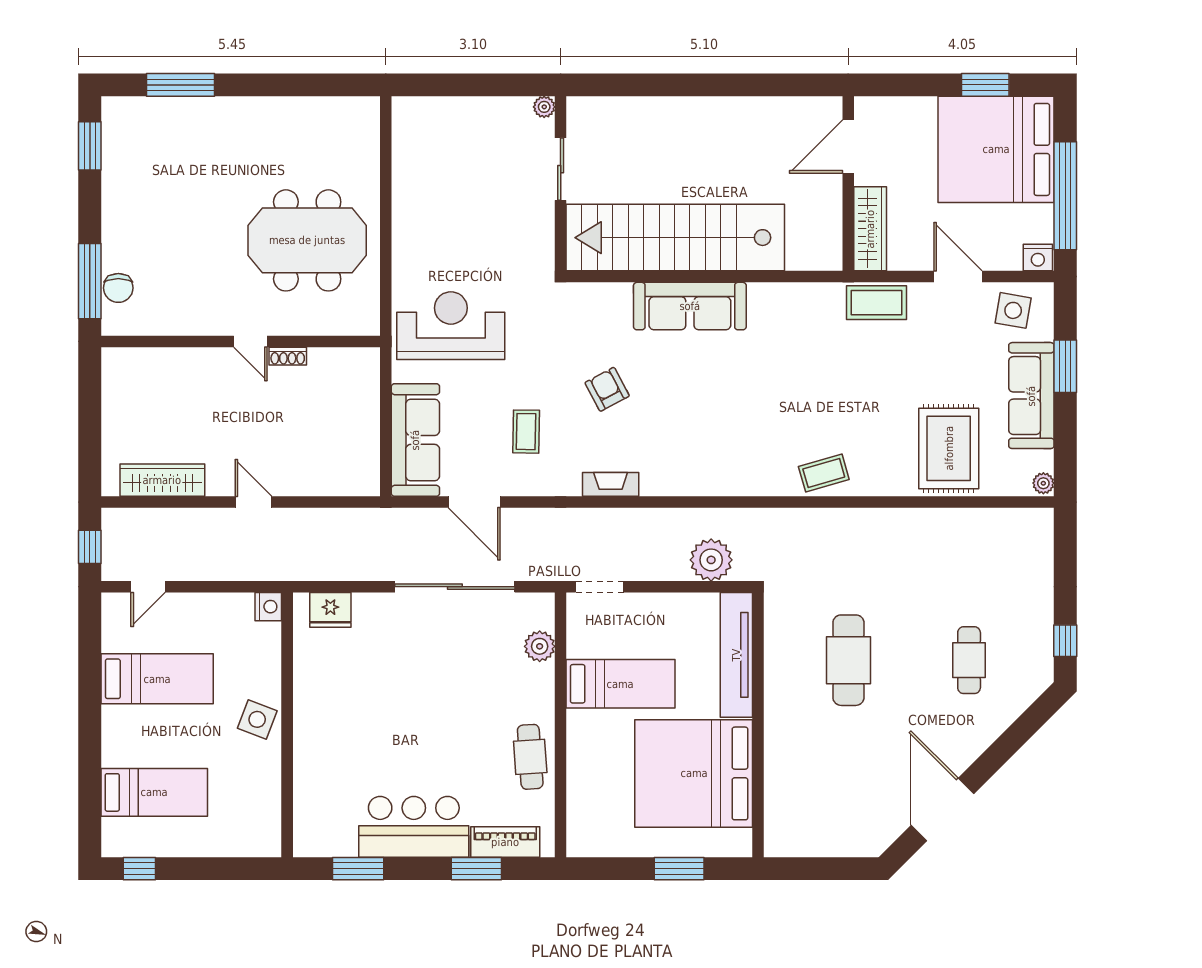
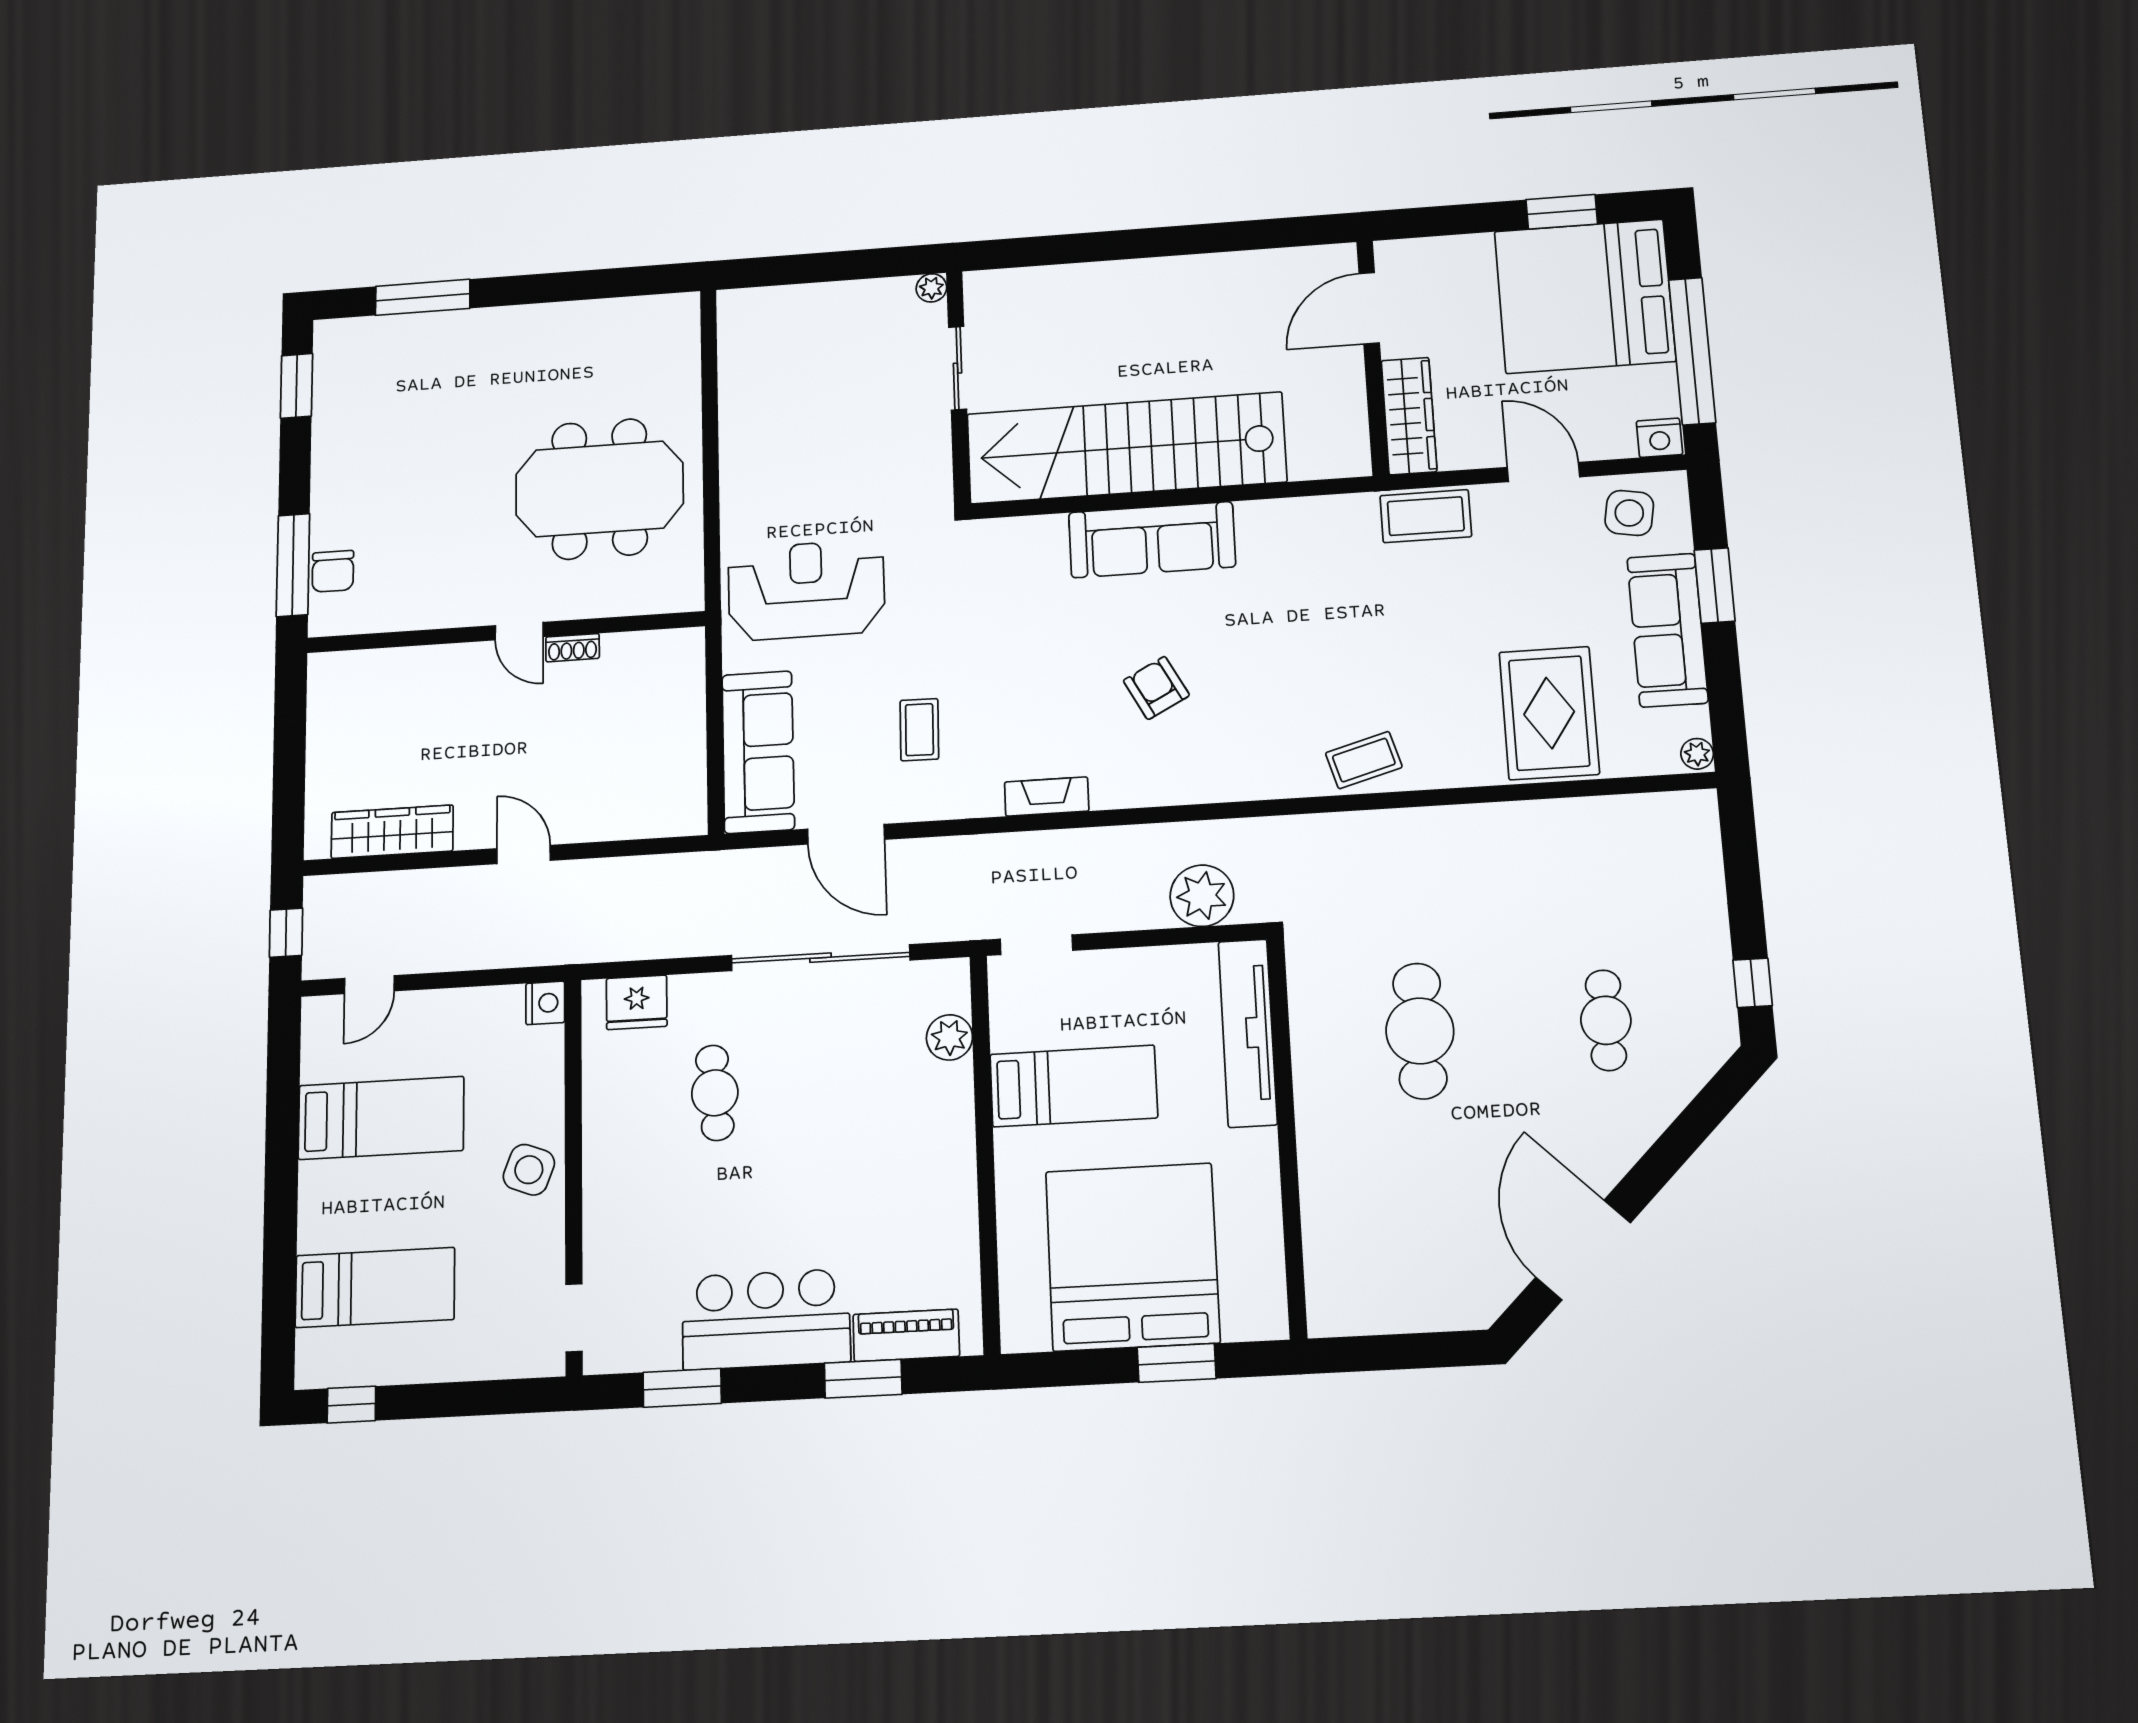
armchair: (607, 389) -> (1156, 688), moved
cafe table: (530, 757) -> (715, 1093), moved
bed: (694, 773) -> (1132, 1257), moved, turned 90
doorway: (287, 819) -> (574, 1318), added

